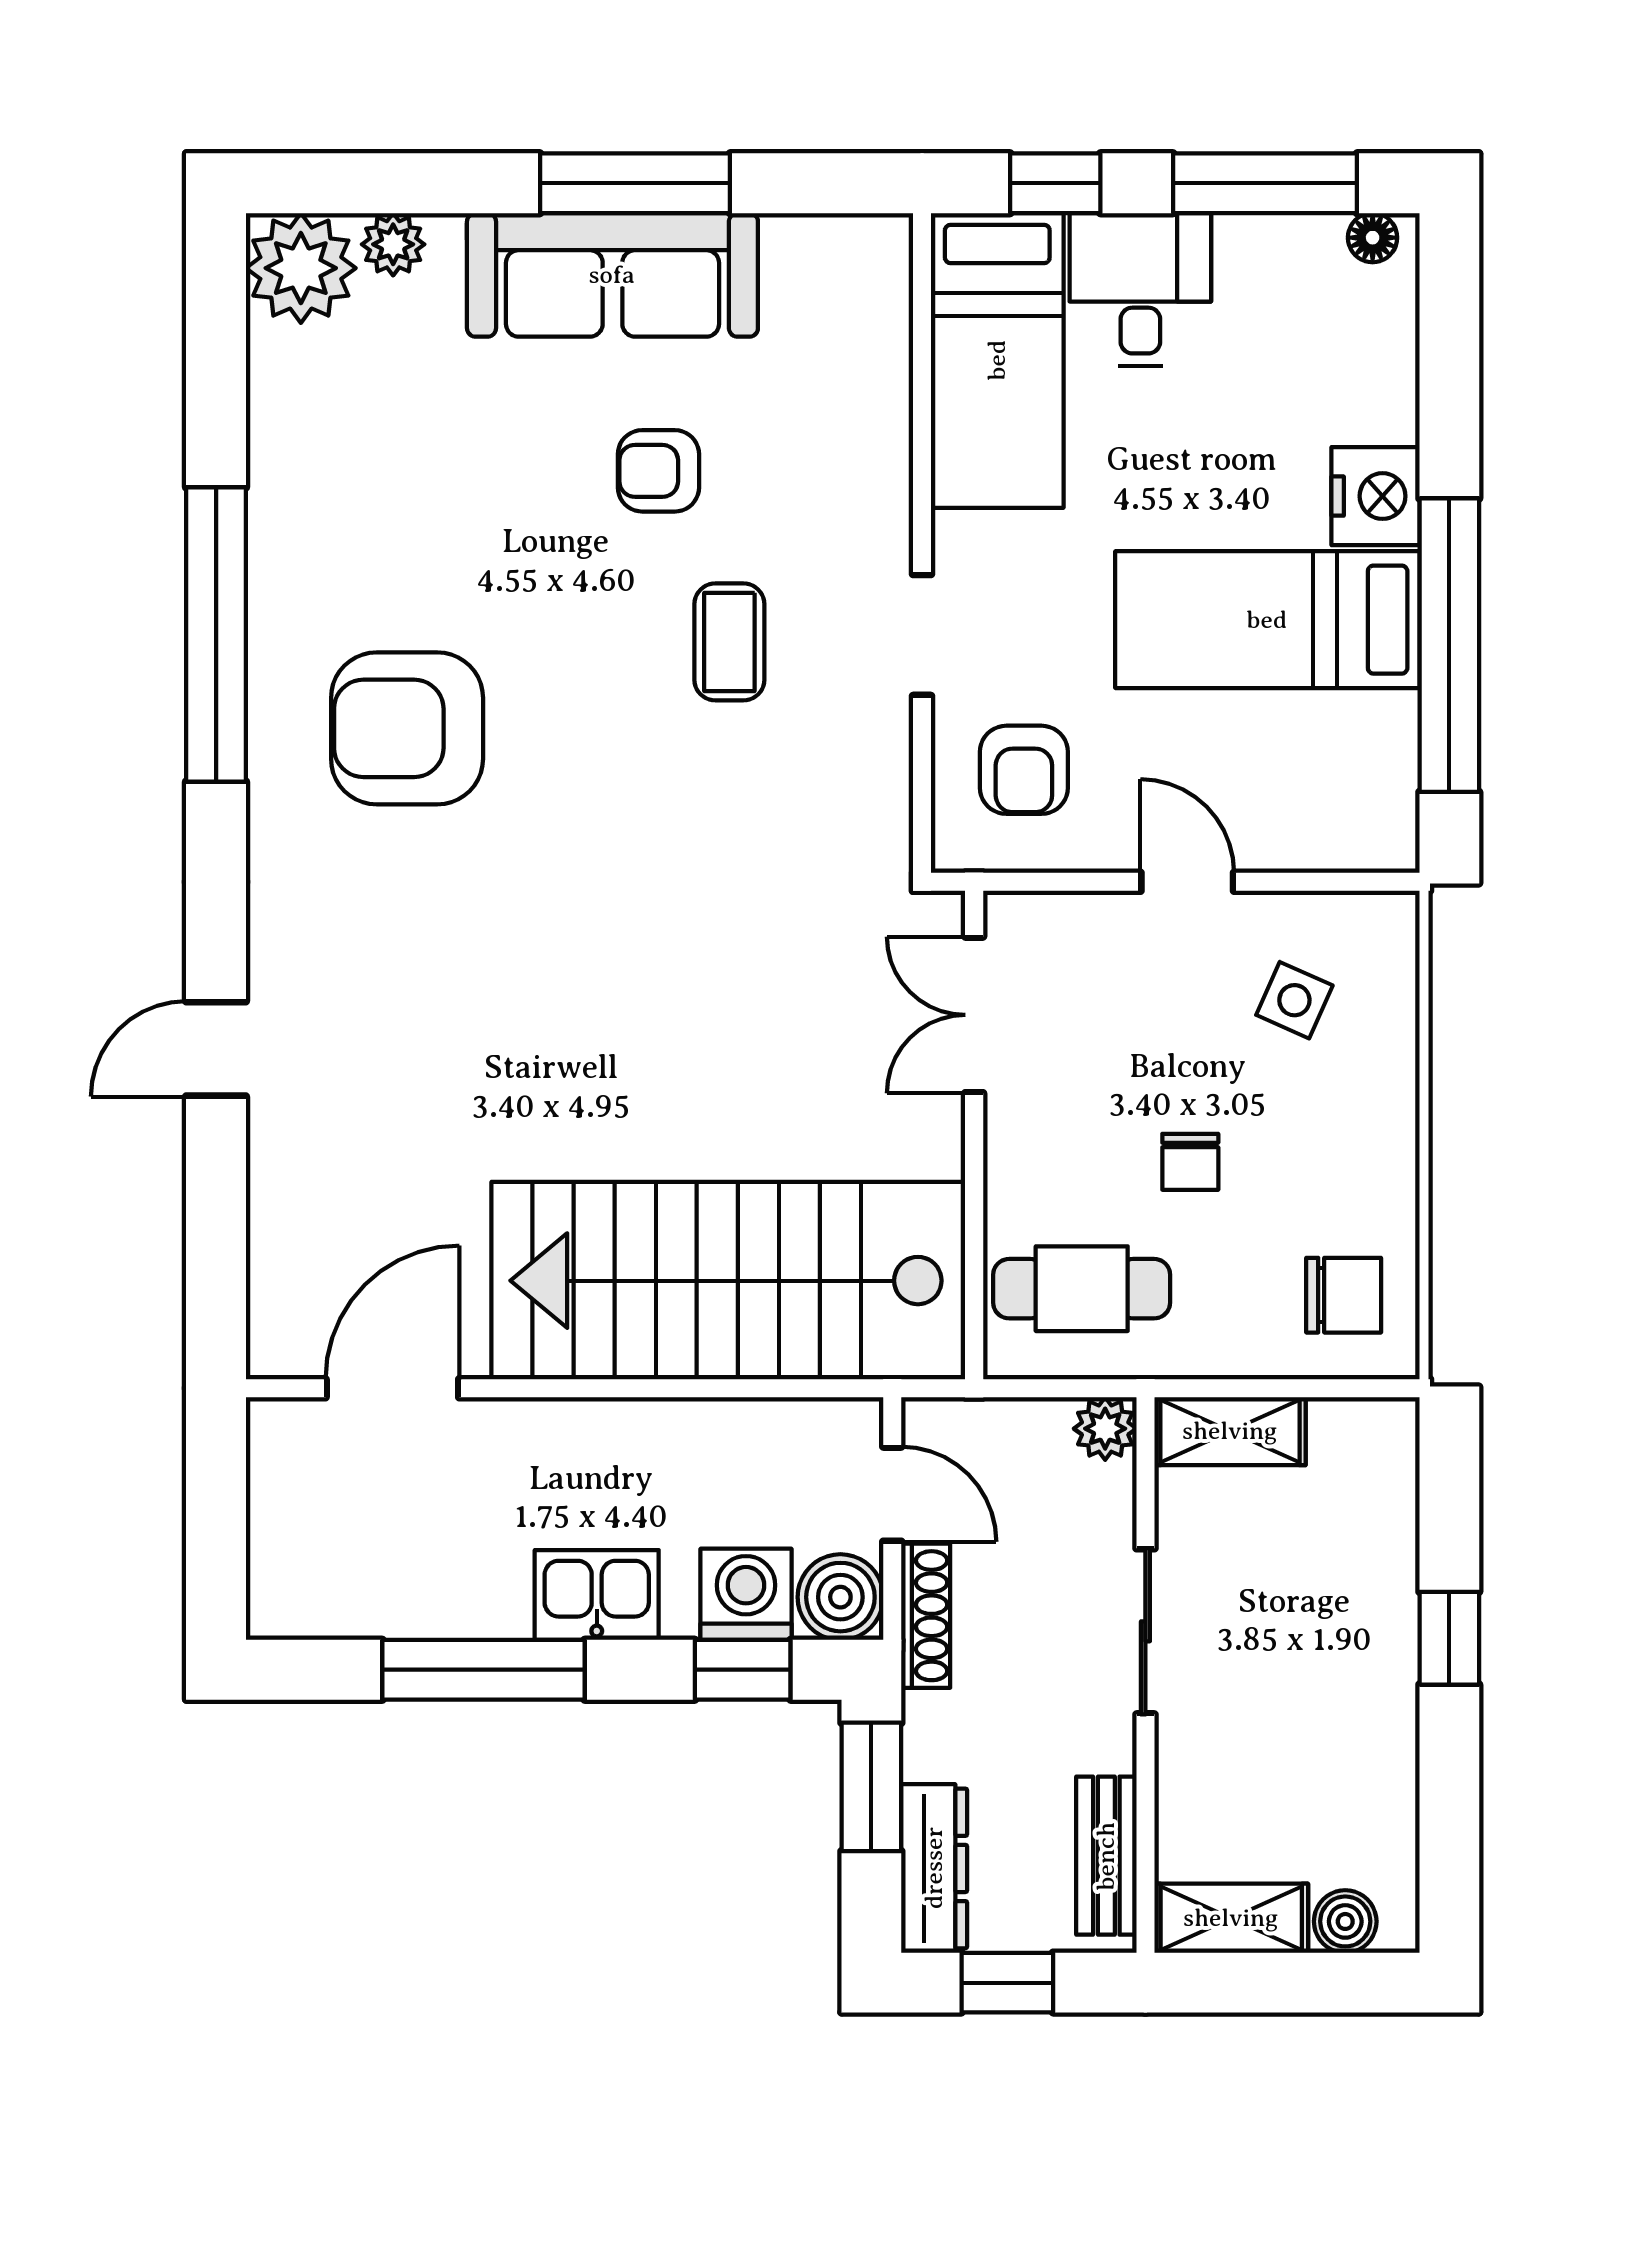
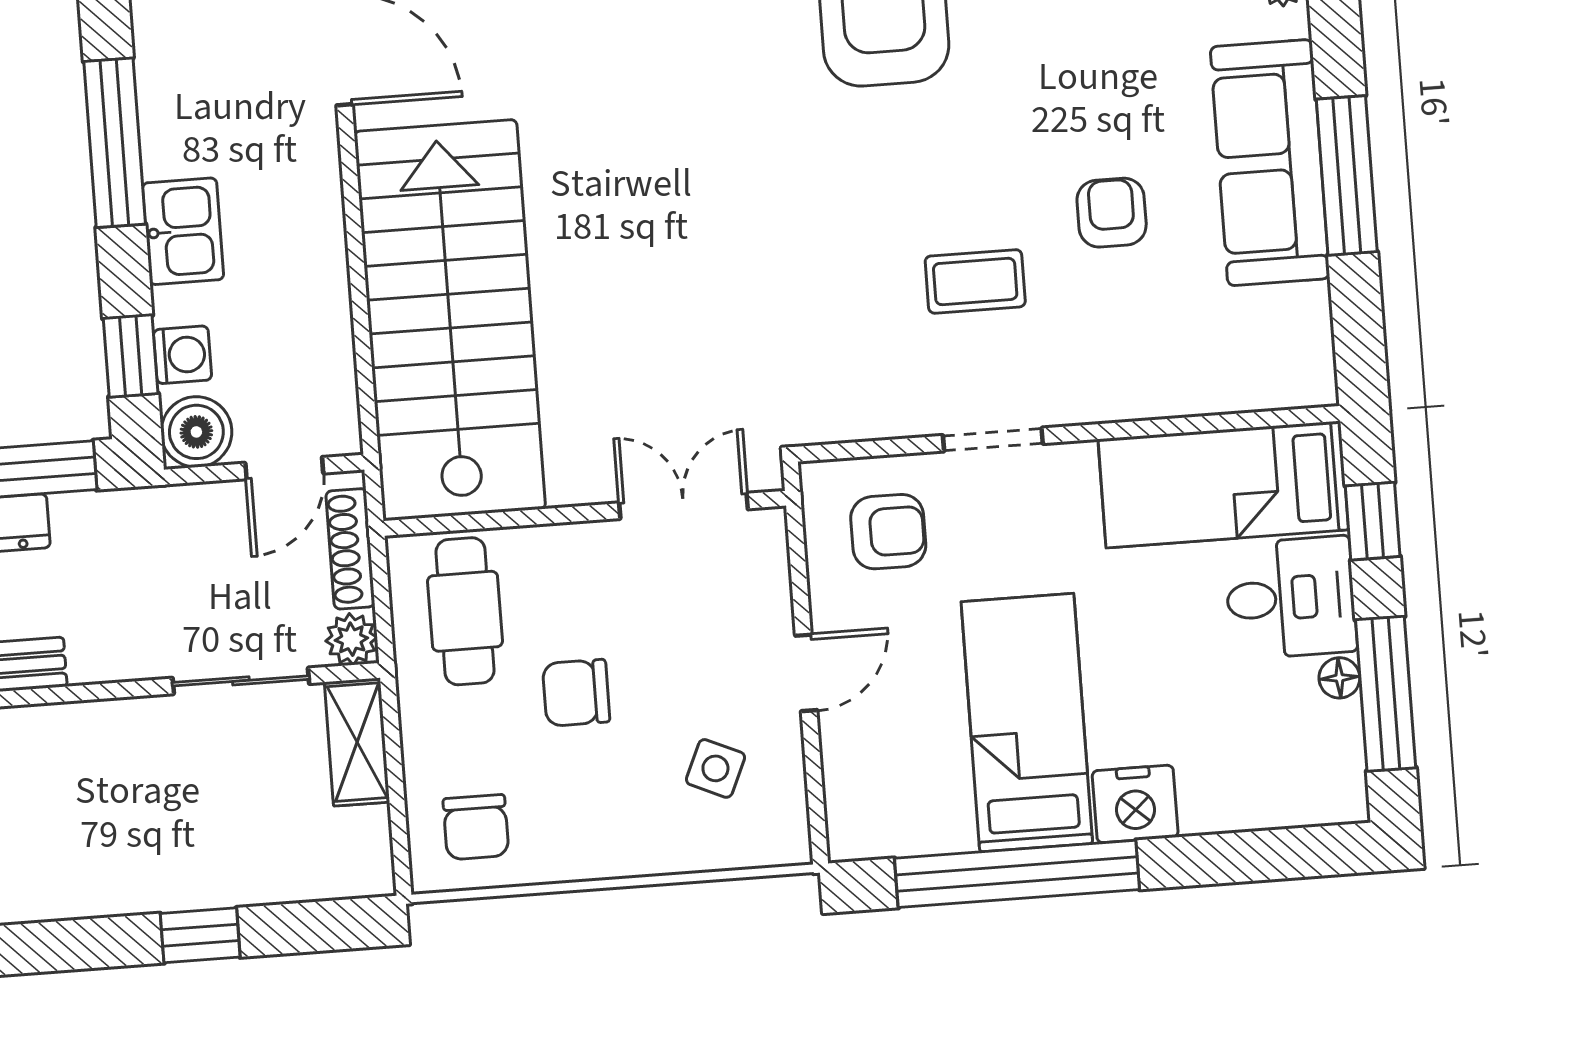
floor lamp: (1373, 238) -> (1339, 678), moved
armchair: (1024, 770) -> (888, 532), turned 180
chair: (1190, 1162) -> (576, 693), width x1.37, depth x1.37
washing machine: (746, 1594) -> (183, 355), width x0.73, depth x0.73
shoe rack: (926, 1616) -> (350, 549), moved, turned 90
sliding door: (1145, 1631) -> (241, 681), moved

